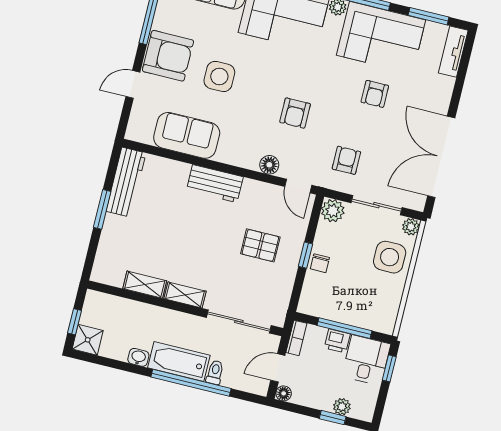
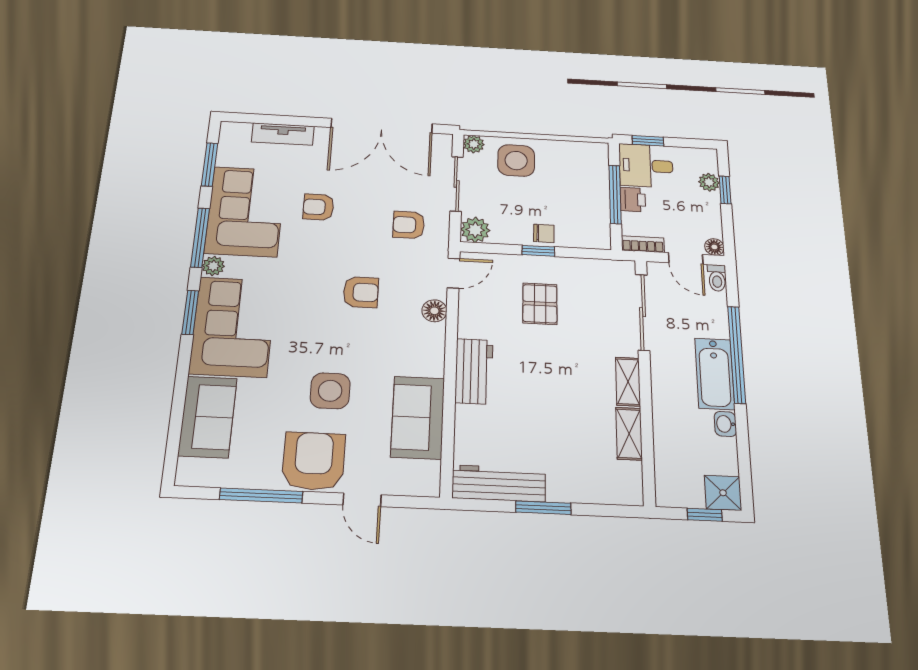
tv unit: (453, 52) -> (283, 134), moved
armchair: (375, 94) -> (318, 207), turned 180
toilet: (215, 372) -> (717, 278), moved, turned -90

